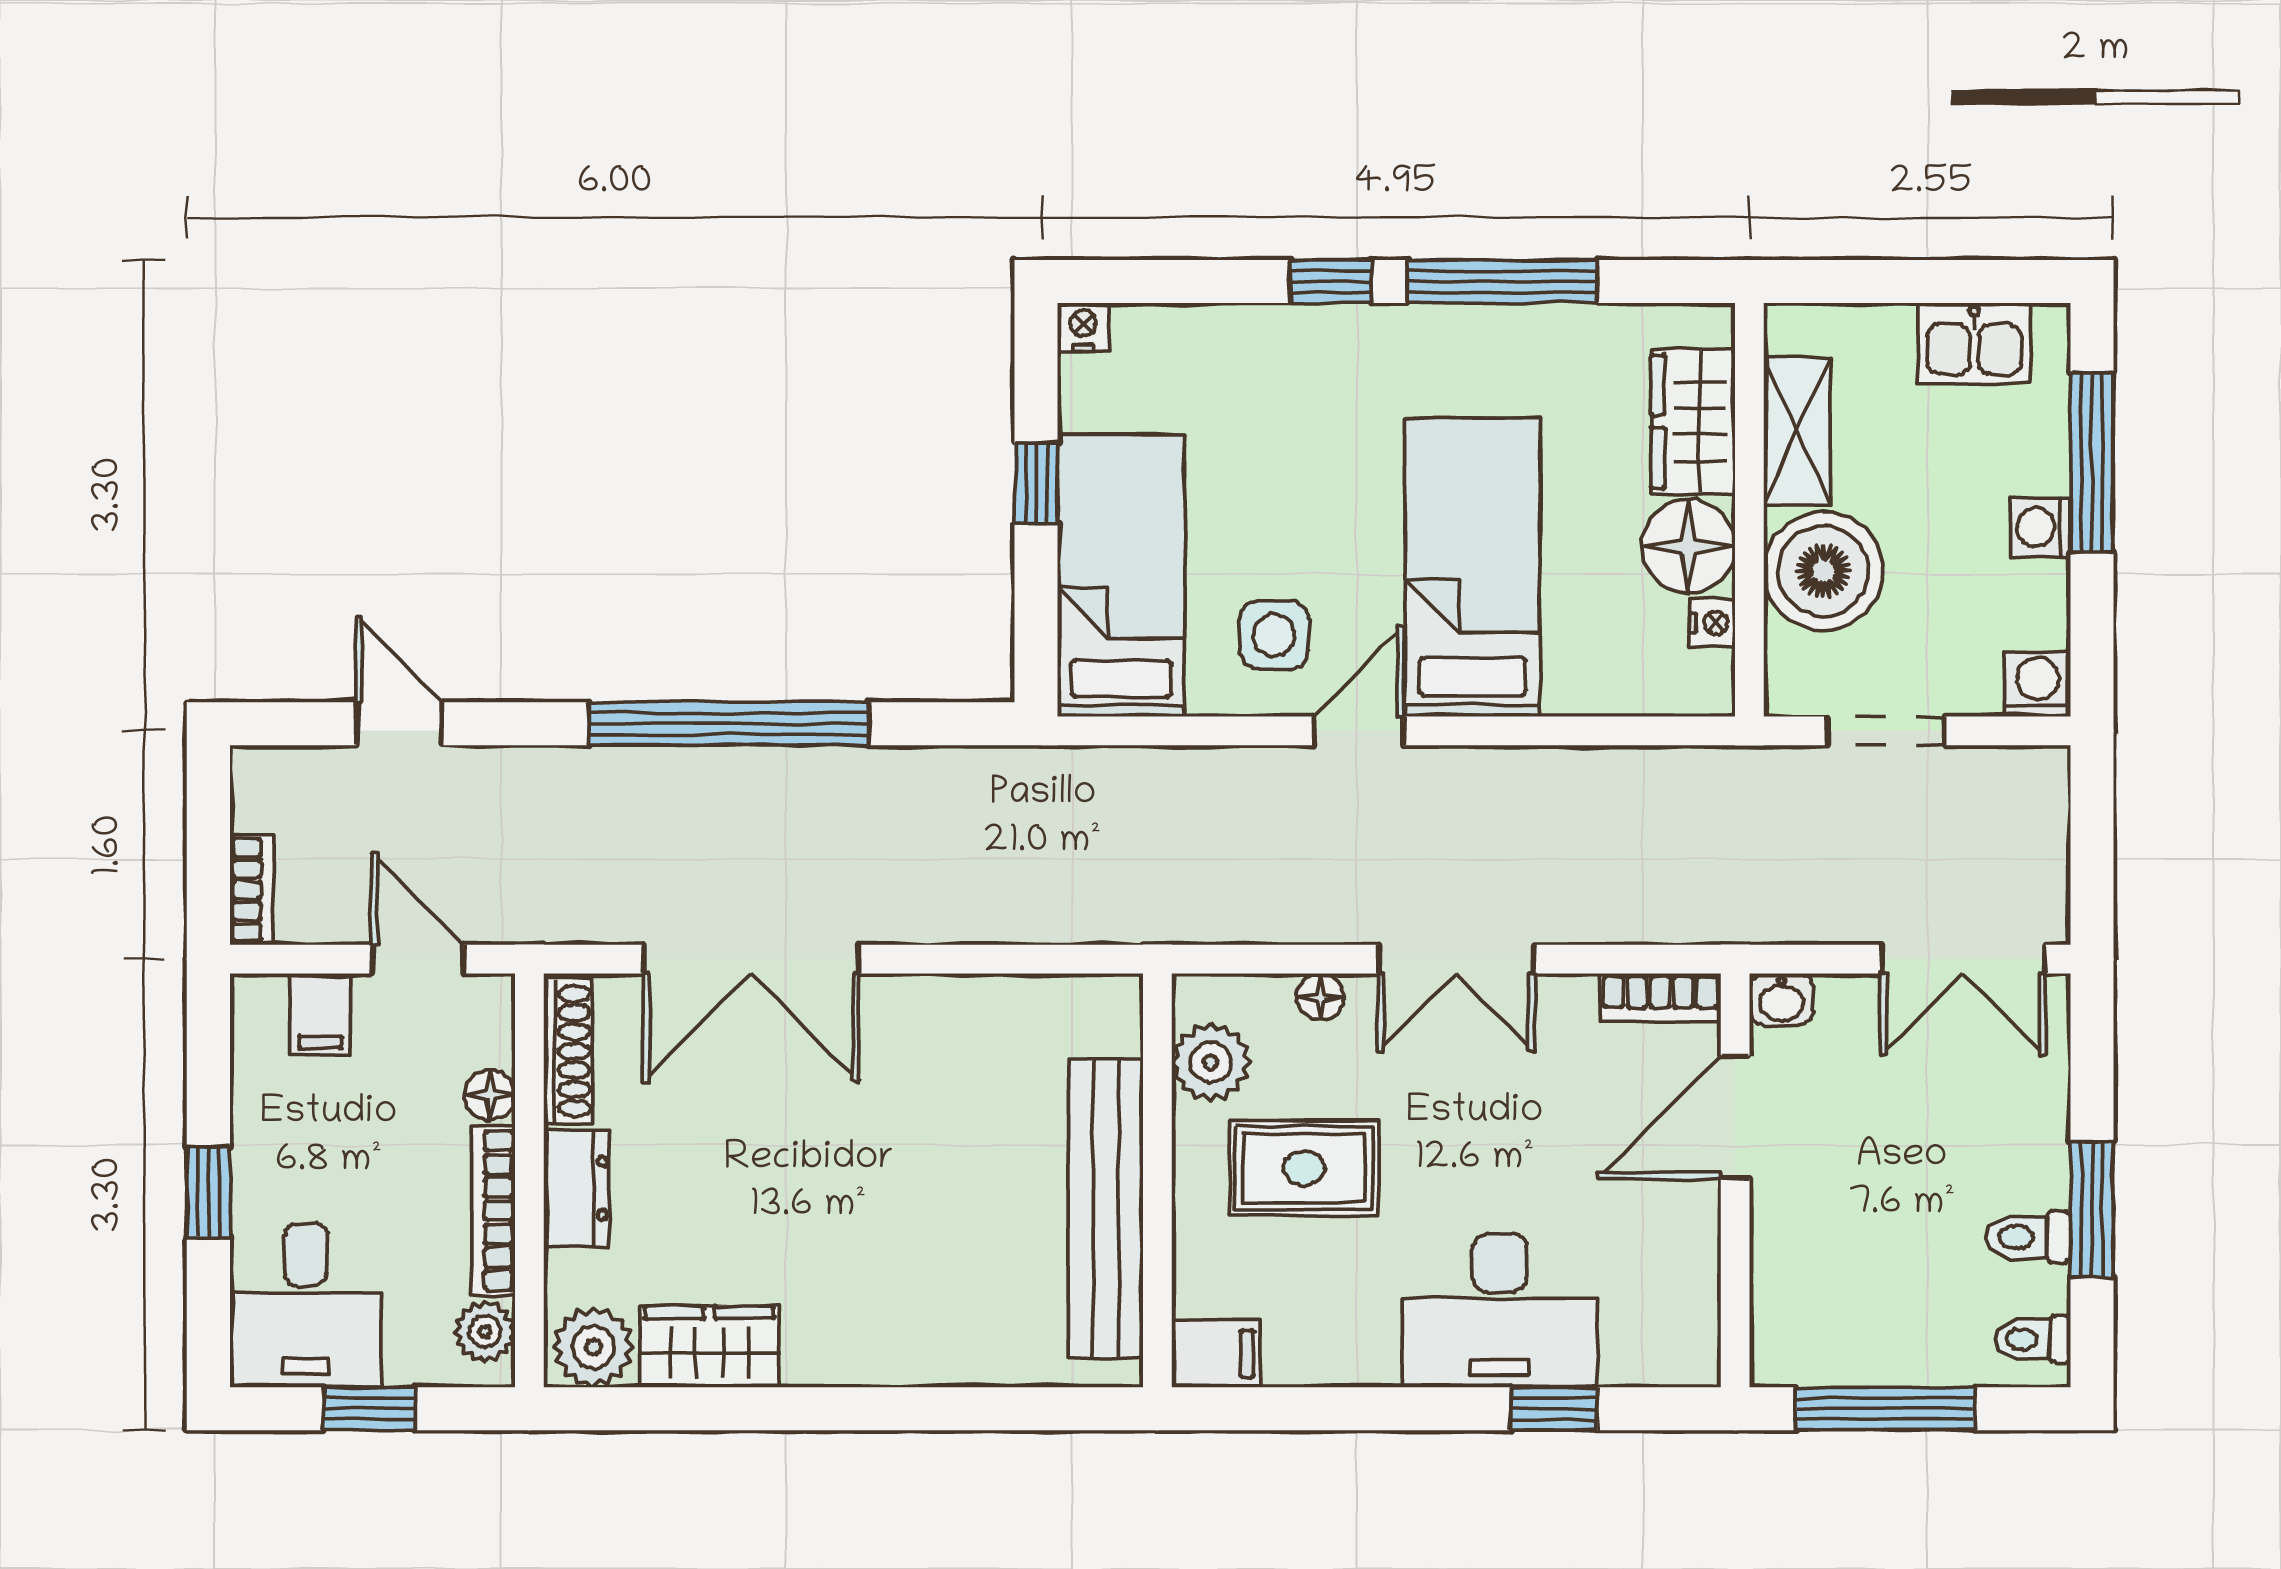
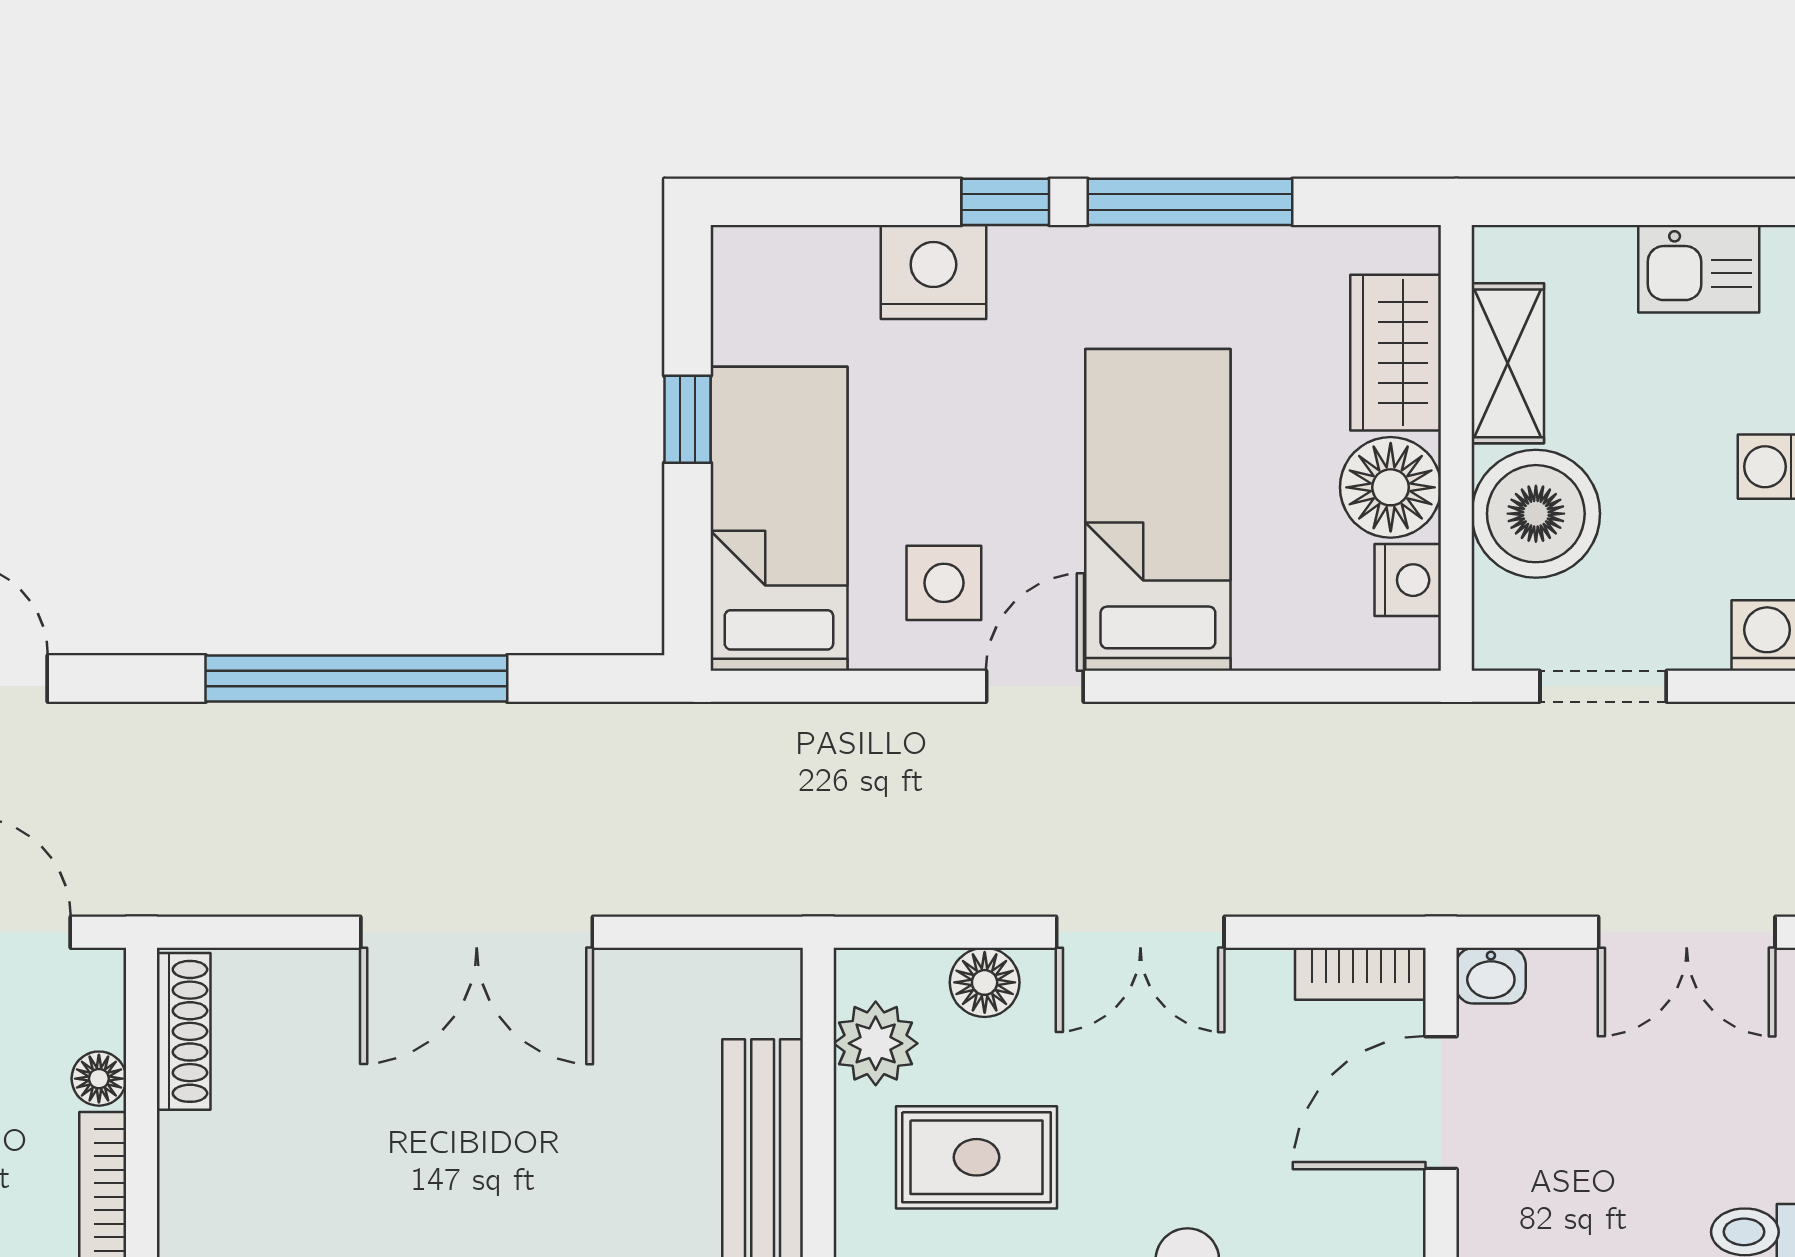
nightstand: (1083, 327) -> (933, 272), moved, width x1.89, depth x1.79
nightstand: (1712, 623) -> (1408, 580), width x1.39, depth x1.35
double door: (751, 959) -> (477, 932), moved
floor lamp: (1320, 997) -> (985, 982), width x1.37, depth x1.37
dresser: (577, 1188) -> (192, 1179), removed

